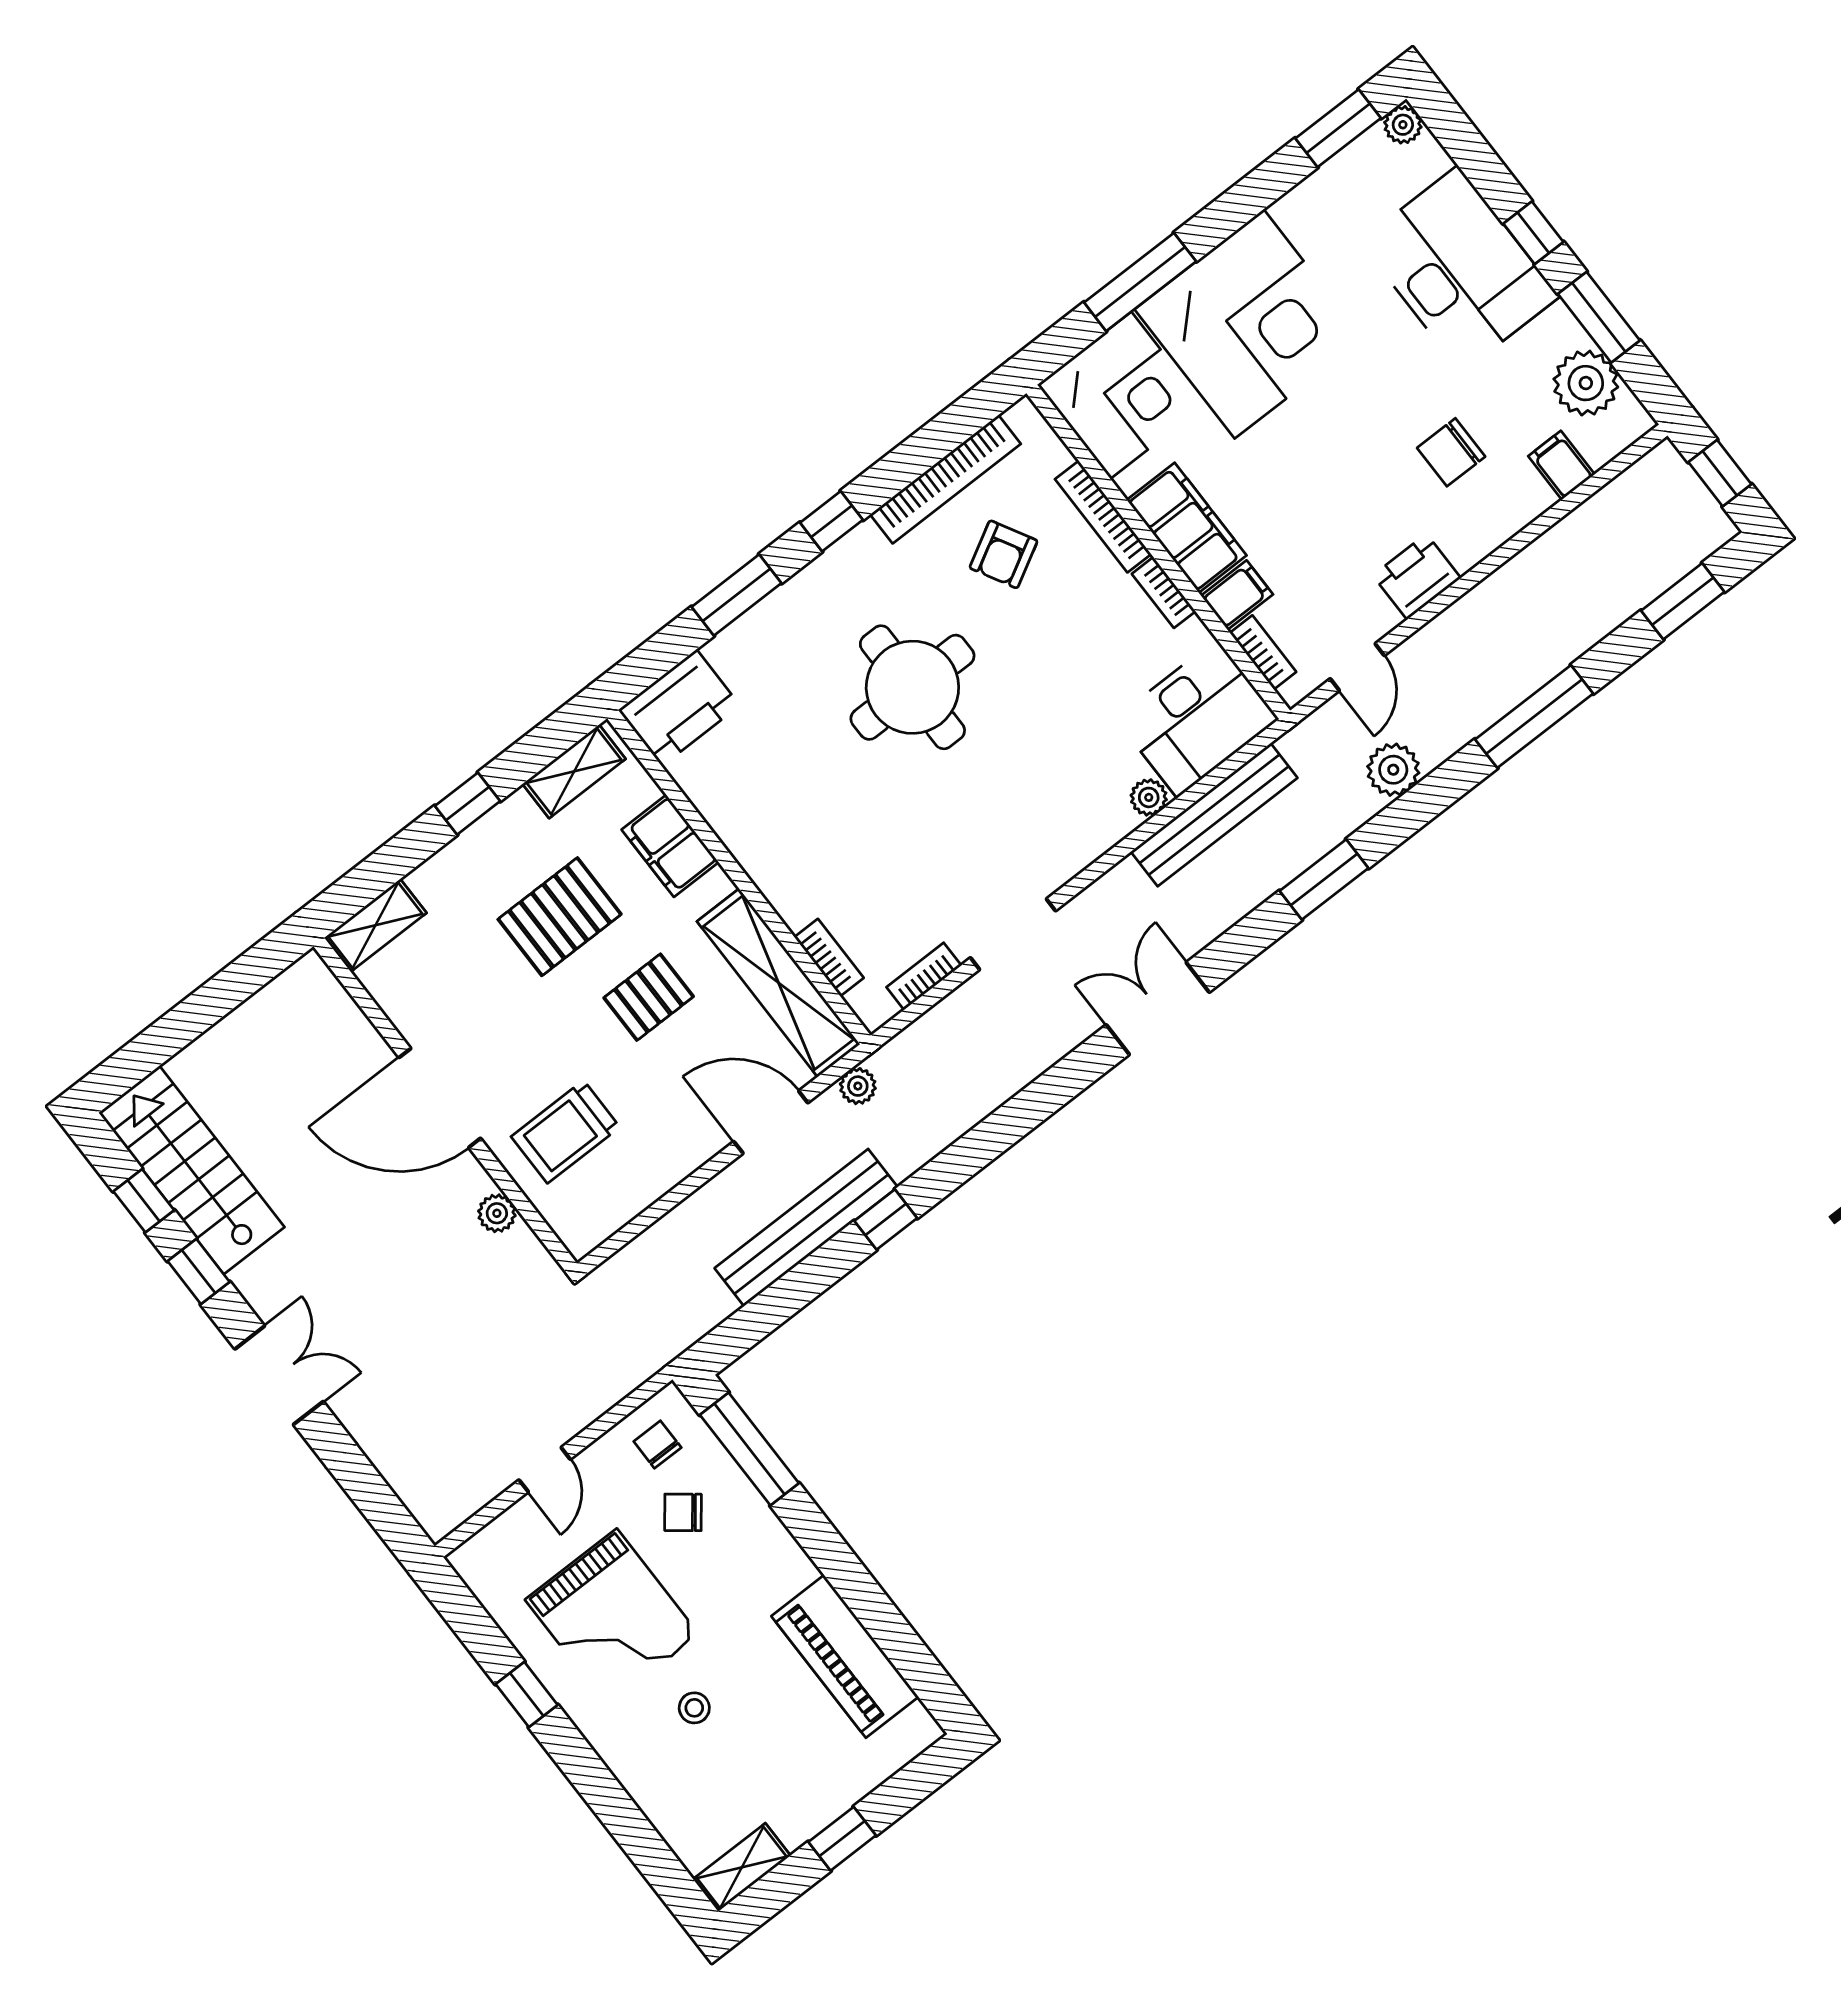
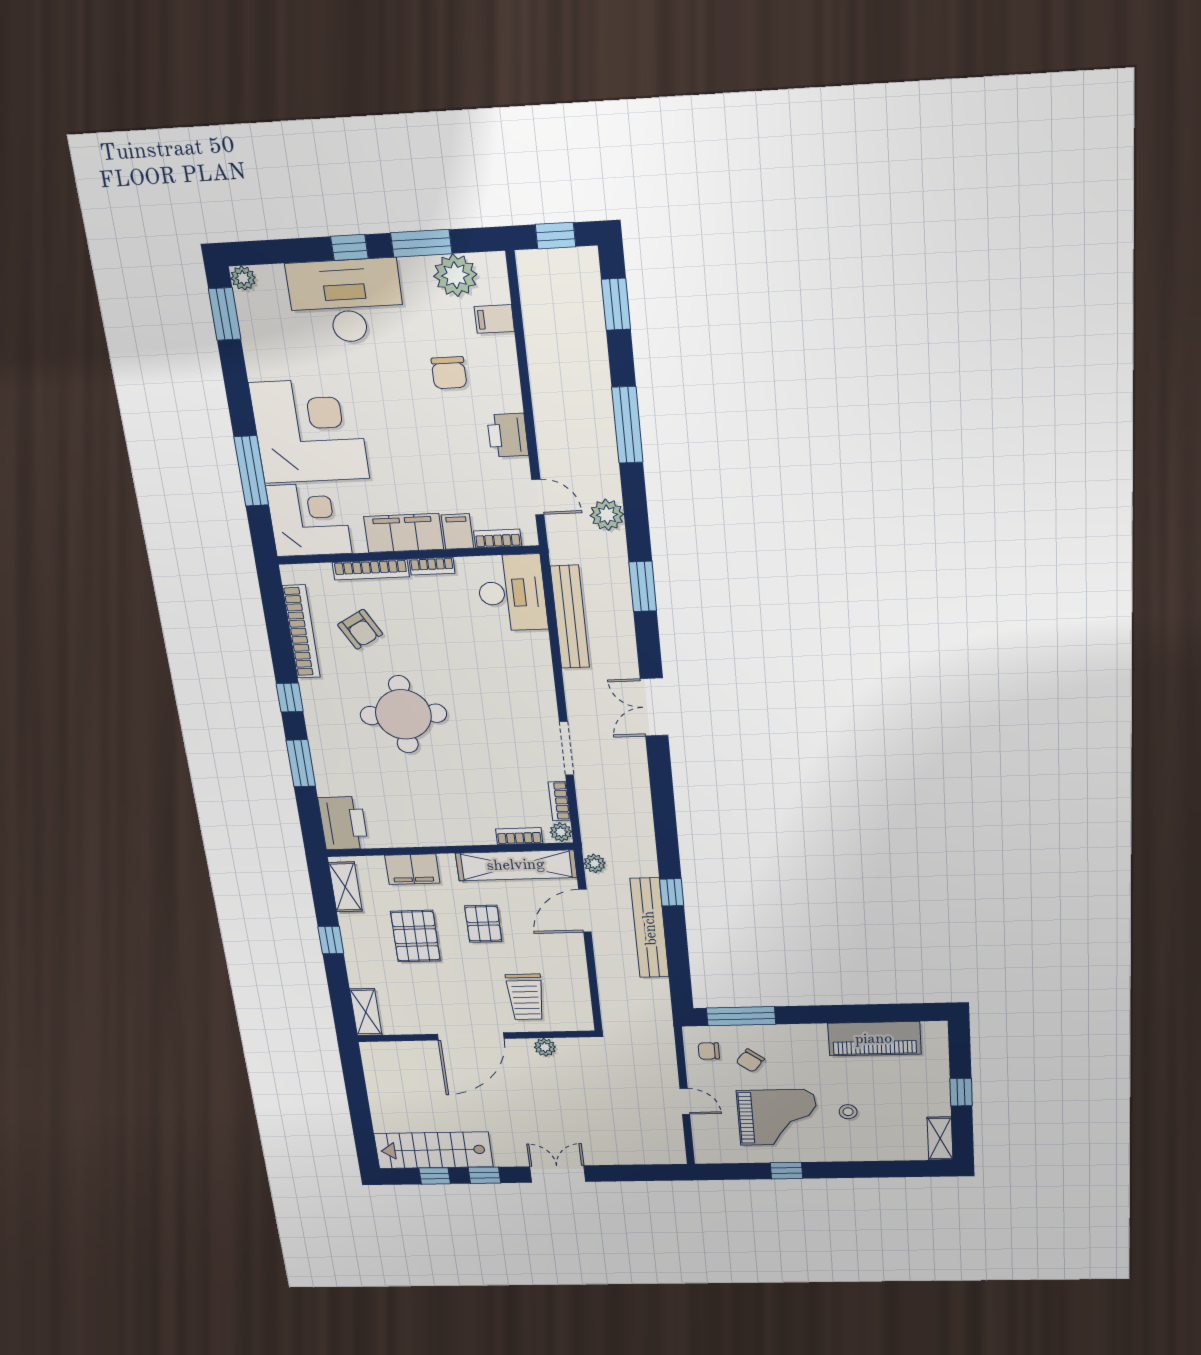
plant: (1149, 797) -> (561, 832), moved

